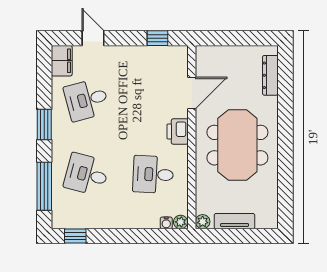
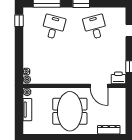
filing cabinet: (62, 61) -> (117, 13), removed
printer: (178, 131) -> (118, 78), moved
meeting table: (237, 145) -> (70, 111), turned 90
desk: (153, 174) -> (53, 64), removed

